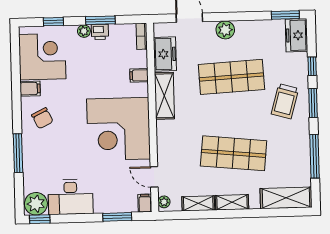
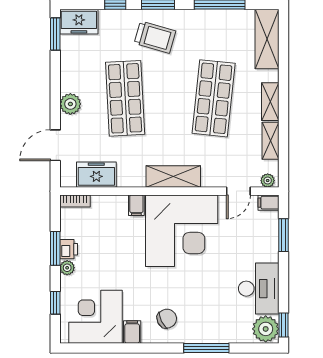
filing cabinet: (139, 75) -> (136, 205), moved
shelving: (164, 96) -> (173, 177), moved

